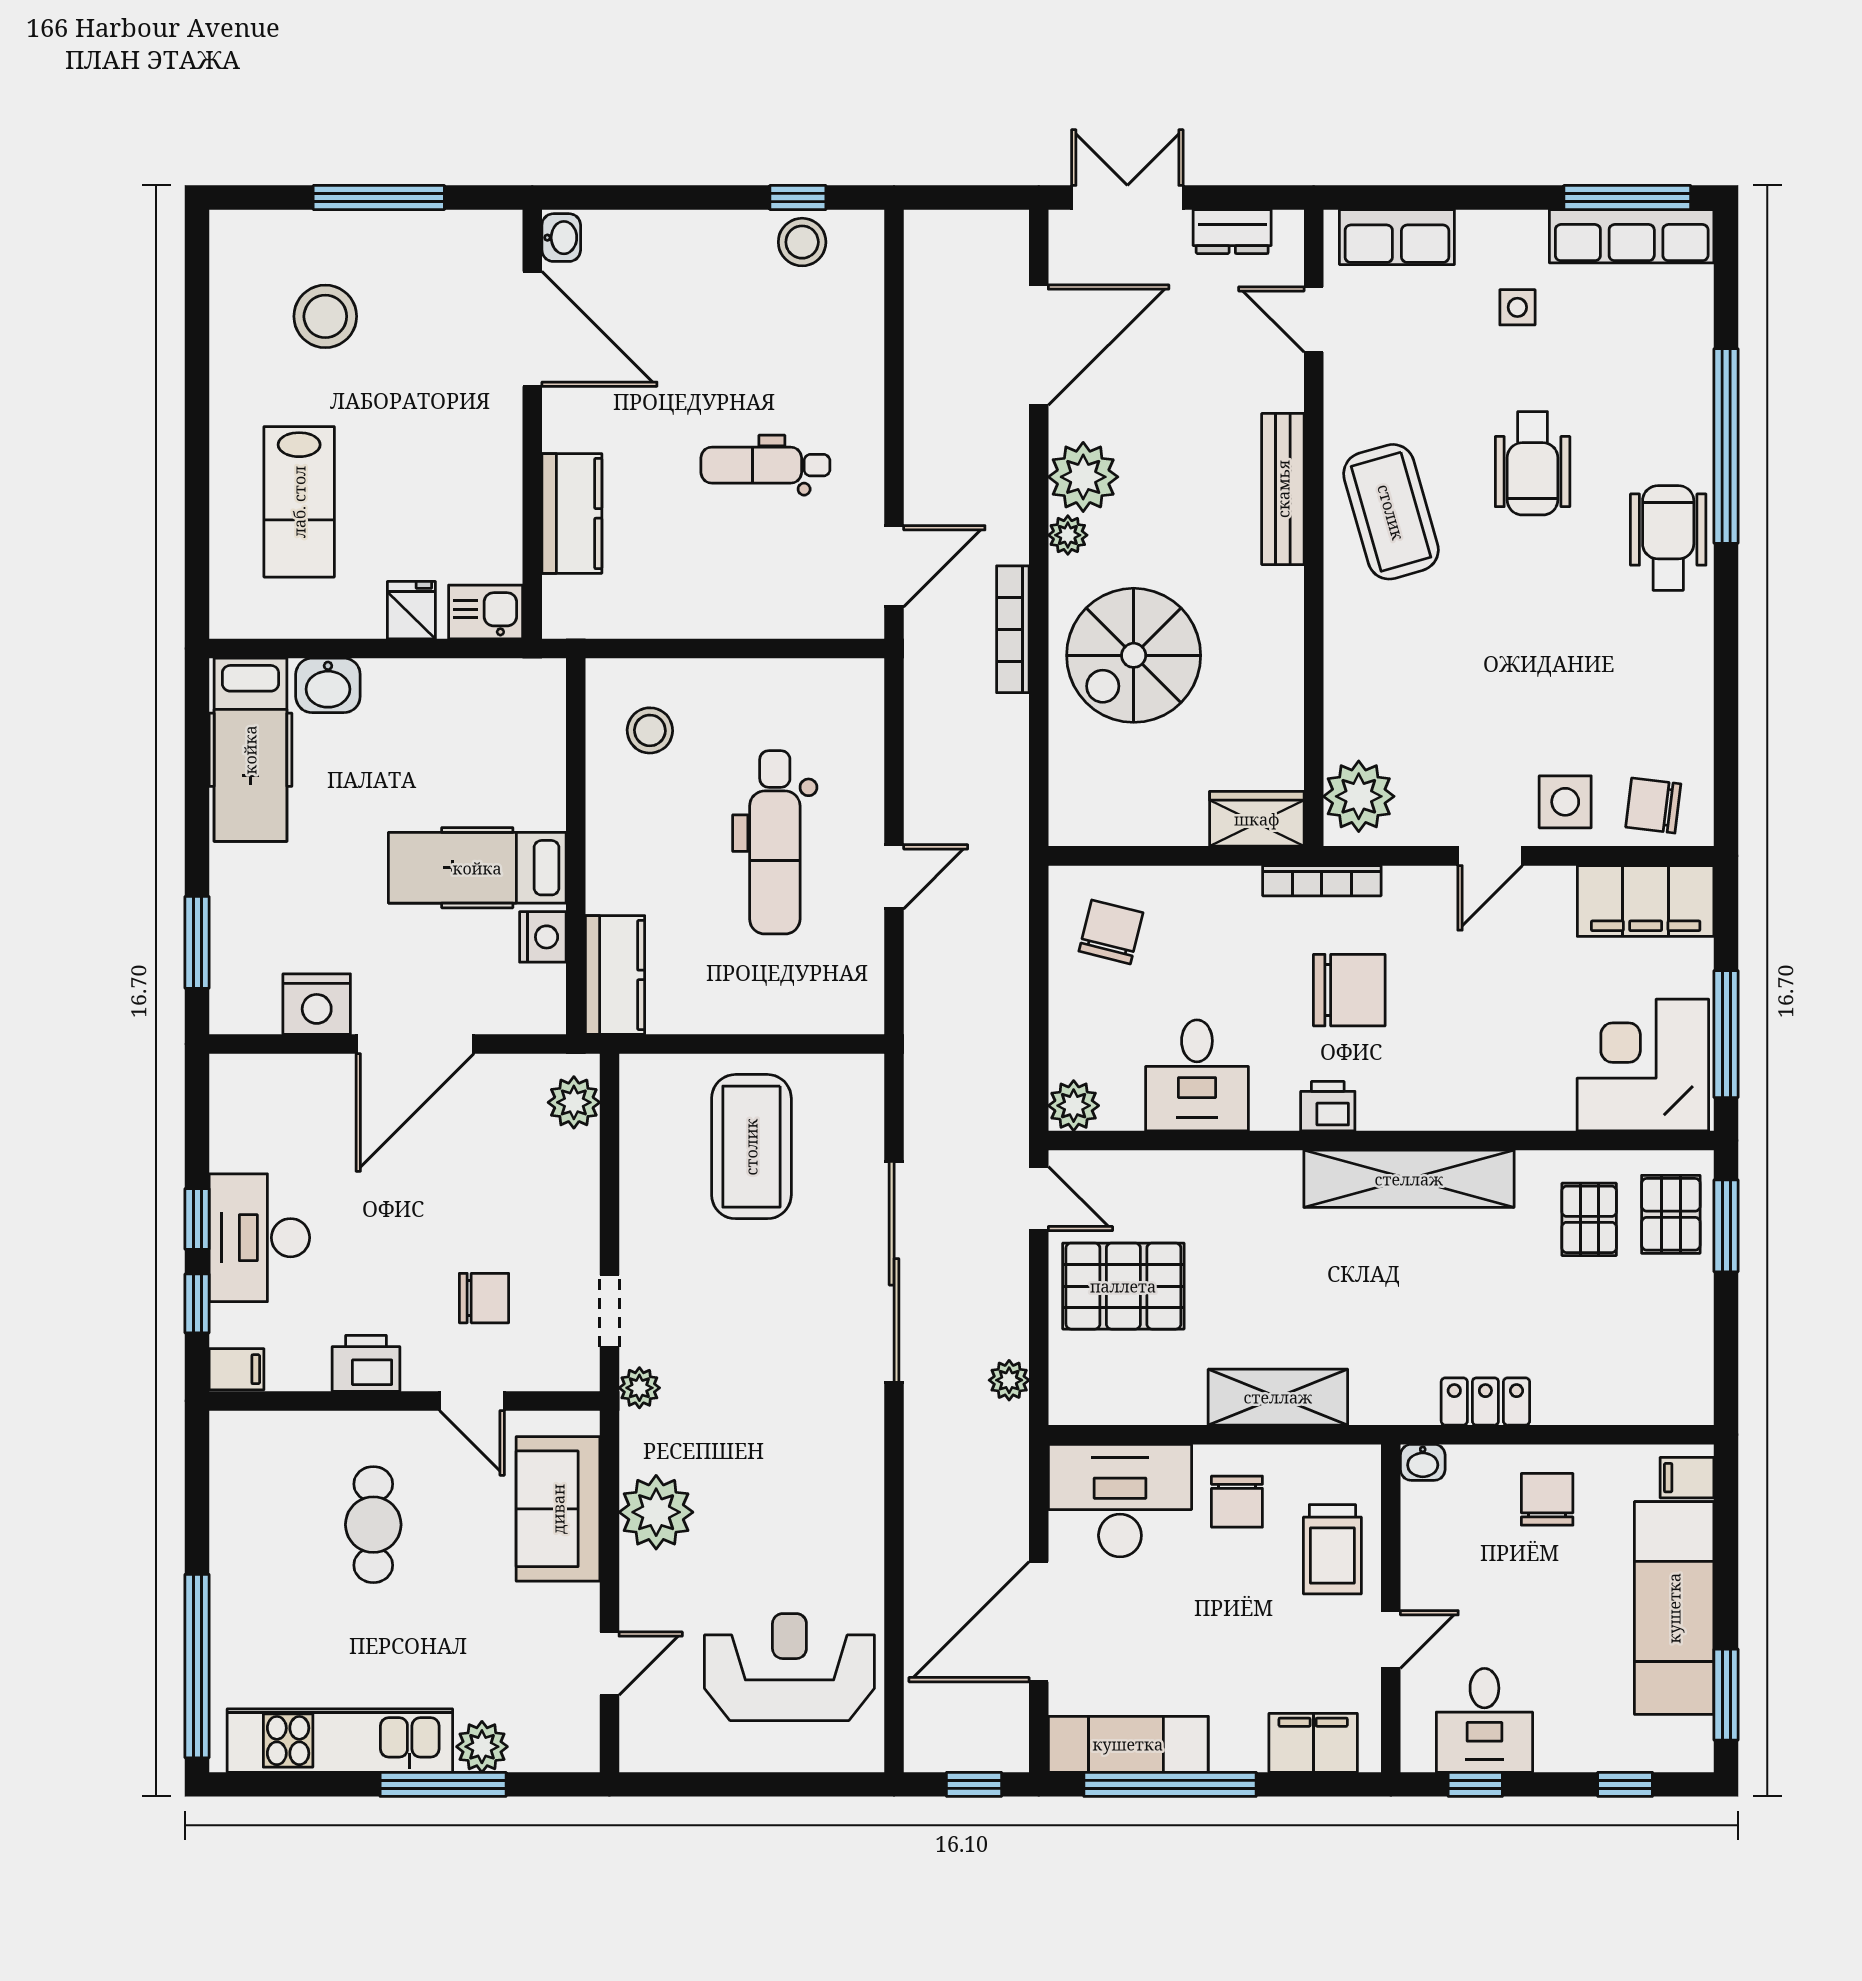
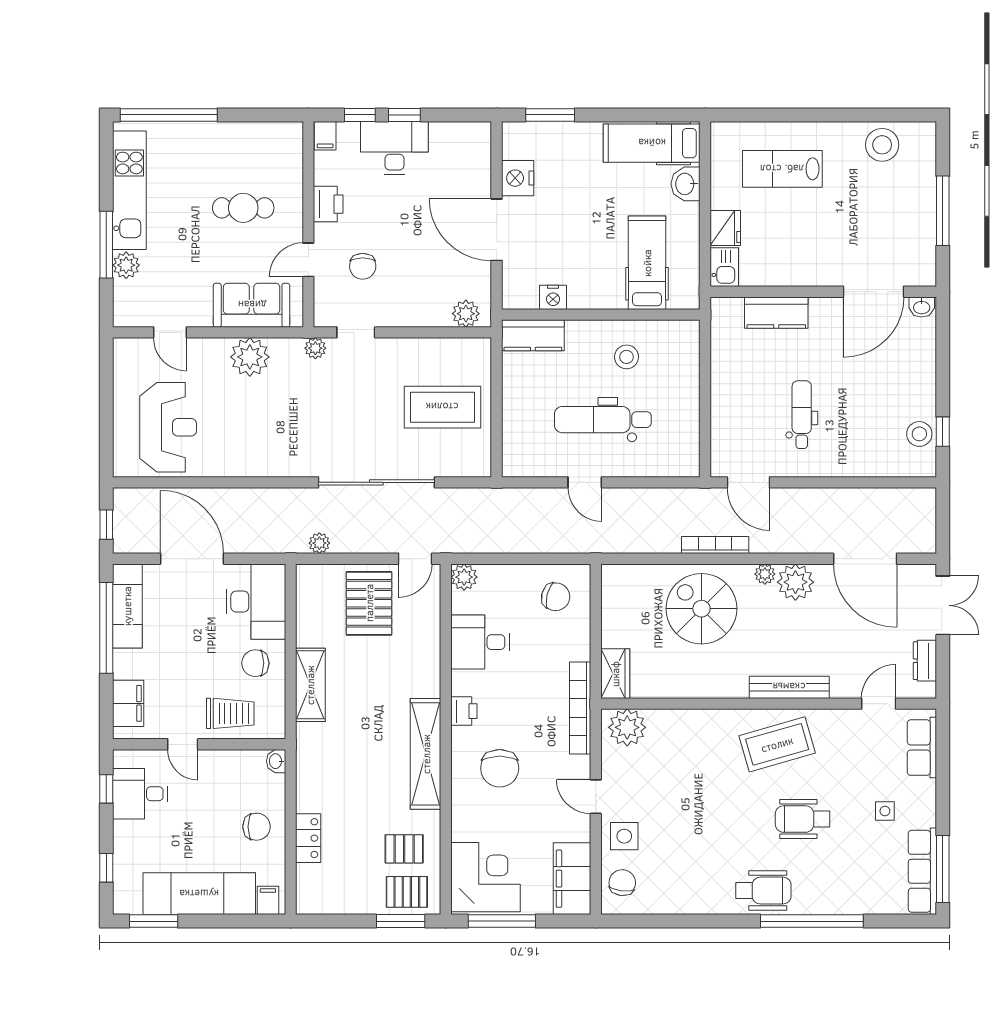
stool: (325, 316) -> (882, 145), moved
fridge: (411, 610) -> (725, 228), width x1.38
stool: (650, 730) -> (627, 357), moved
hospital bed: (477, 868) -> (647, 263), moved
bookcase: (1322, 881) -> (580, 708), width x1.48, depth x1.31
chair: (1349, 990) -> (500, 768), moved
locker: (1485, 1401) -> (308, 838), moved
trolley: (1332, 1549) -> (230, 713), turned 180

